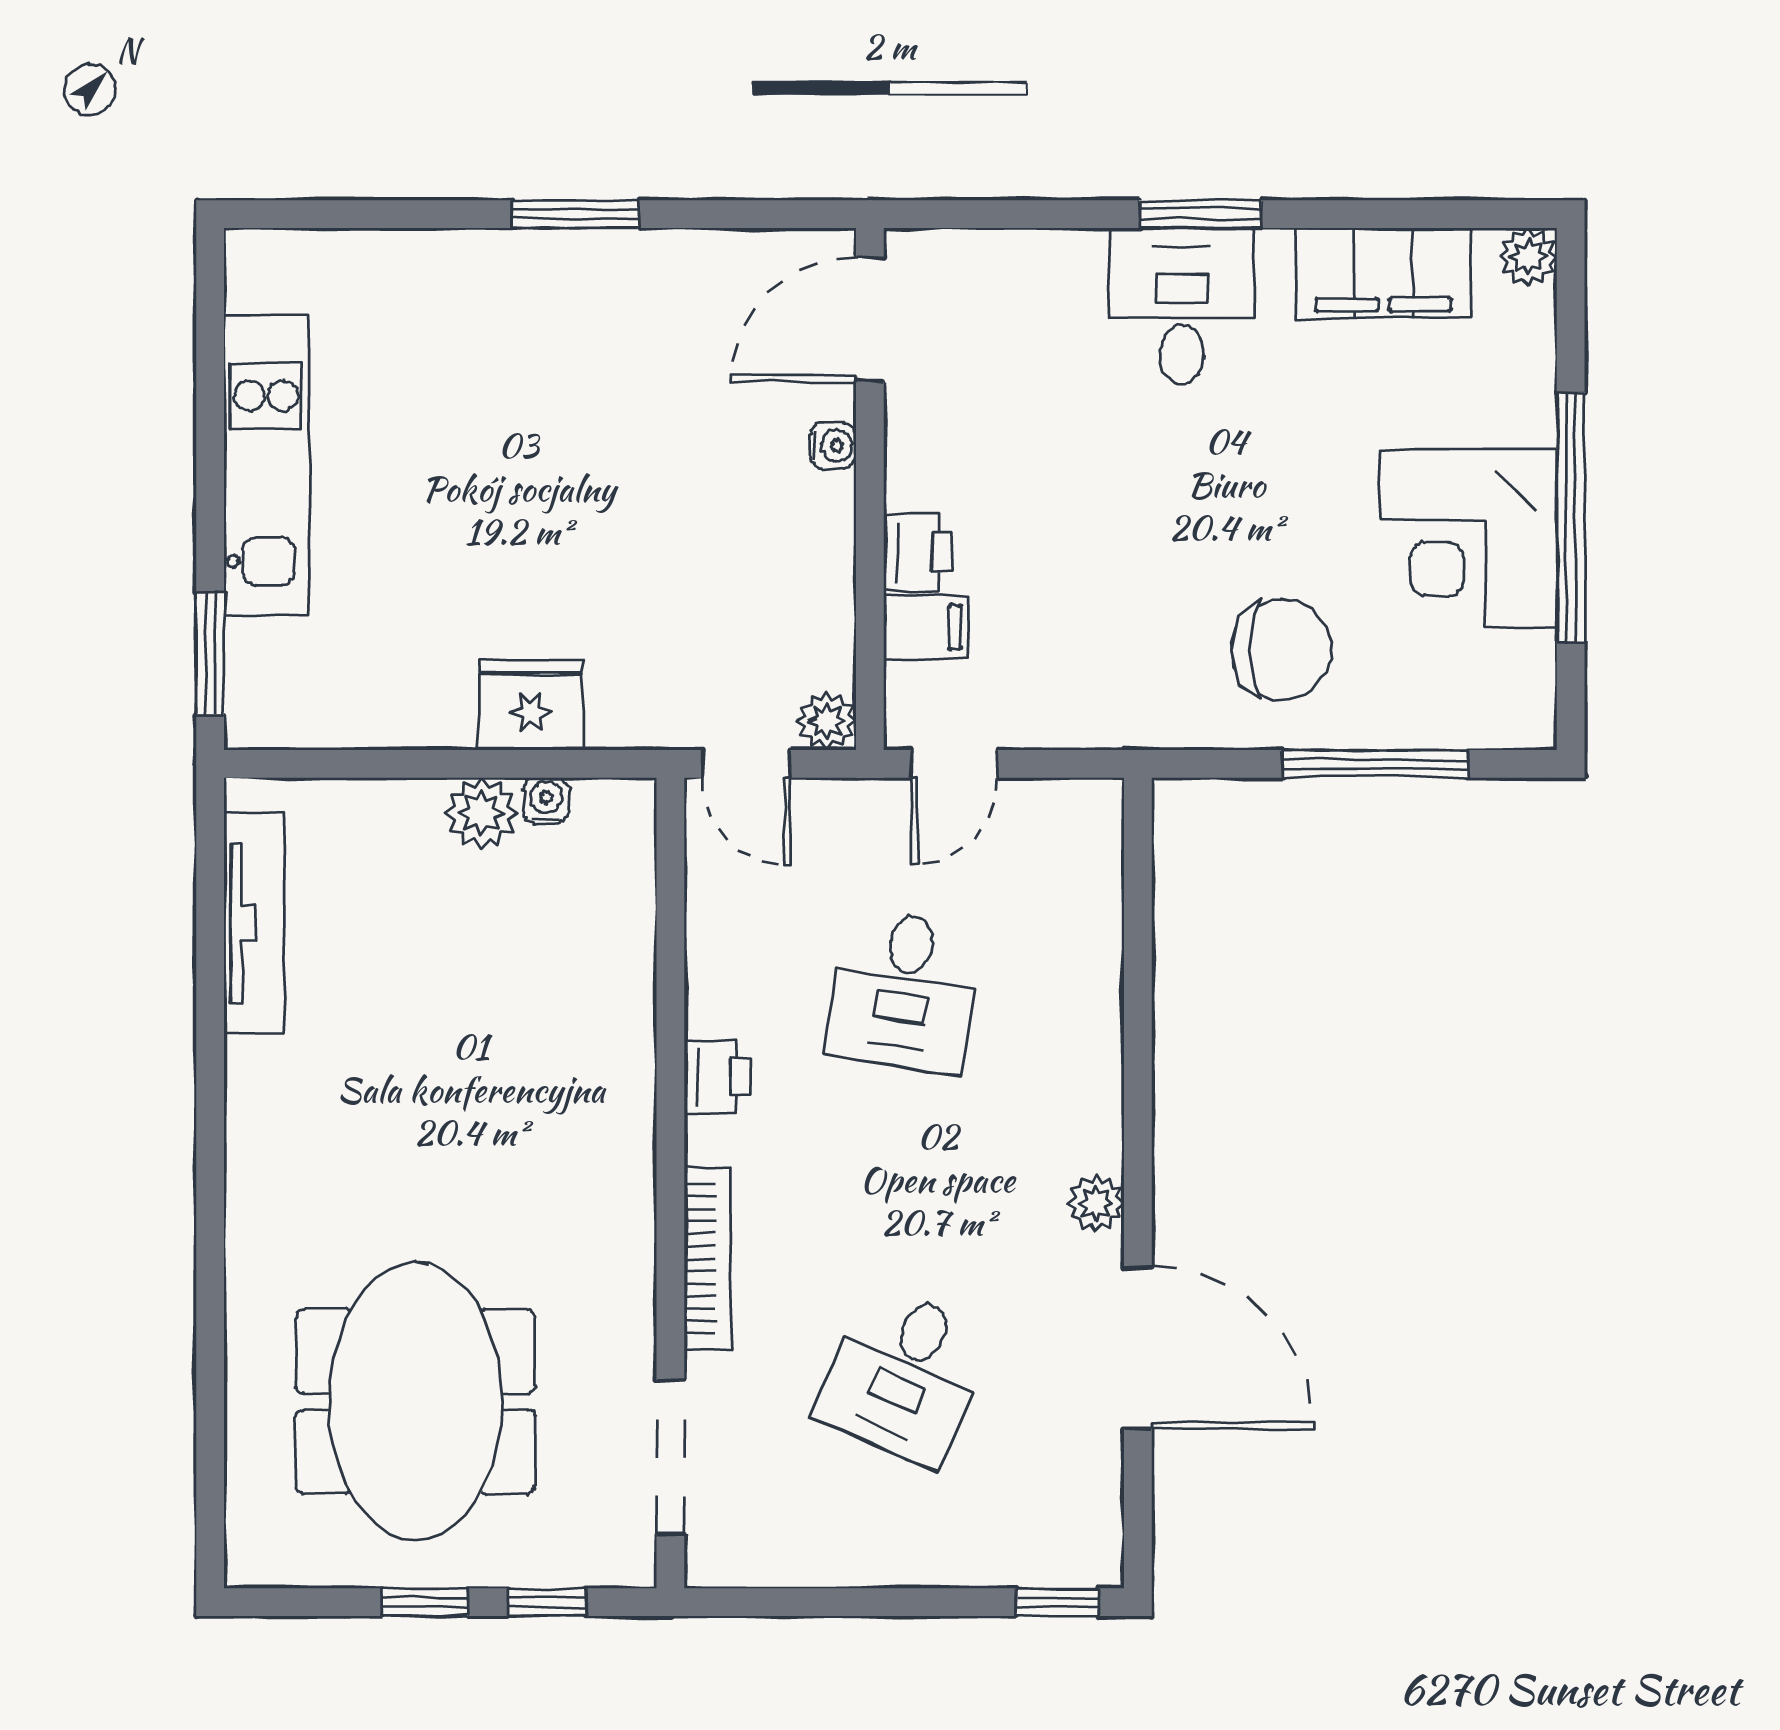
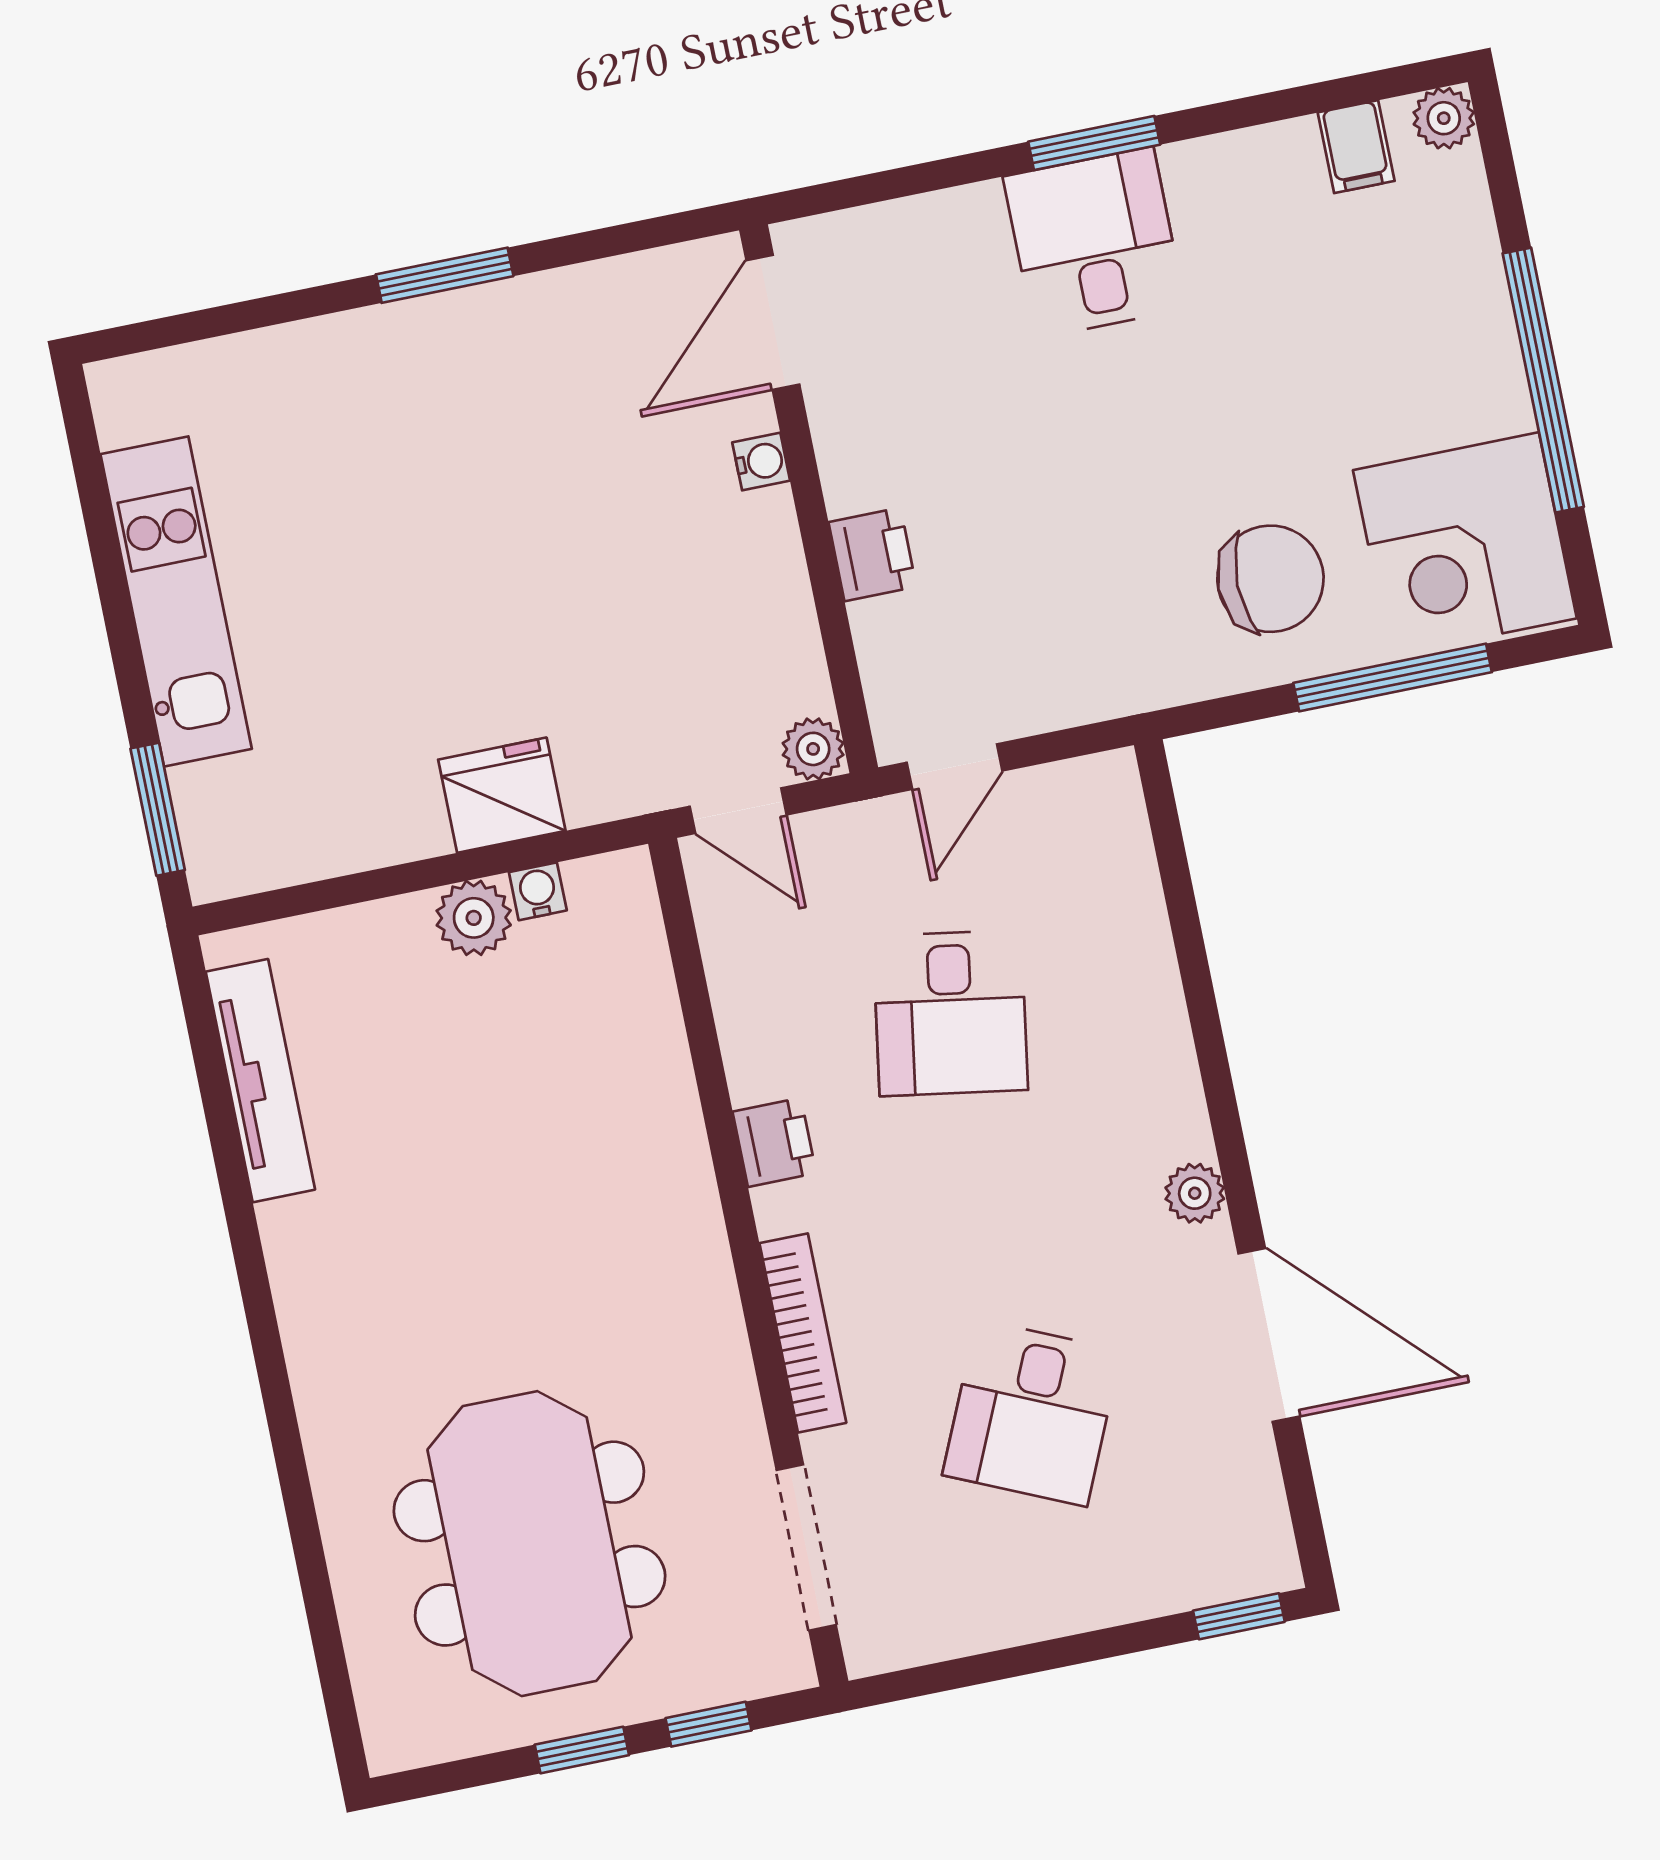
filing cabinet: (1383, 273) -> (1356, 147), width x0.33, depth x0.86
corner desk: (1467, 538) -> (1465, 544), moved
filing cabinet: (925, 627) -> (896, 631), removed

